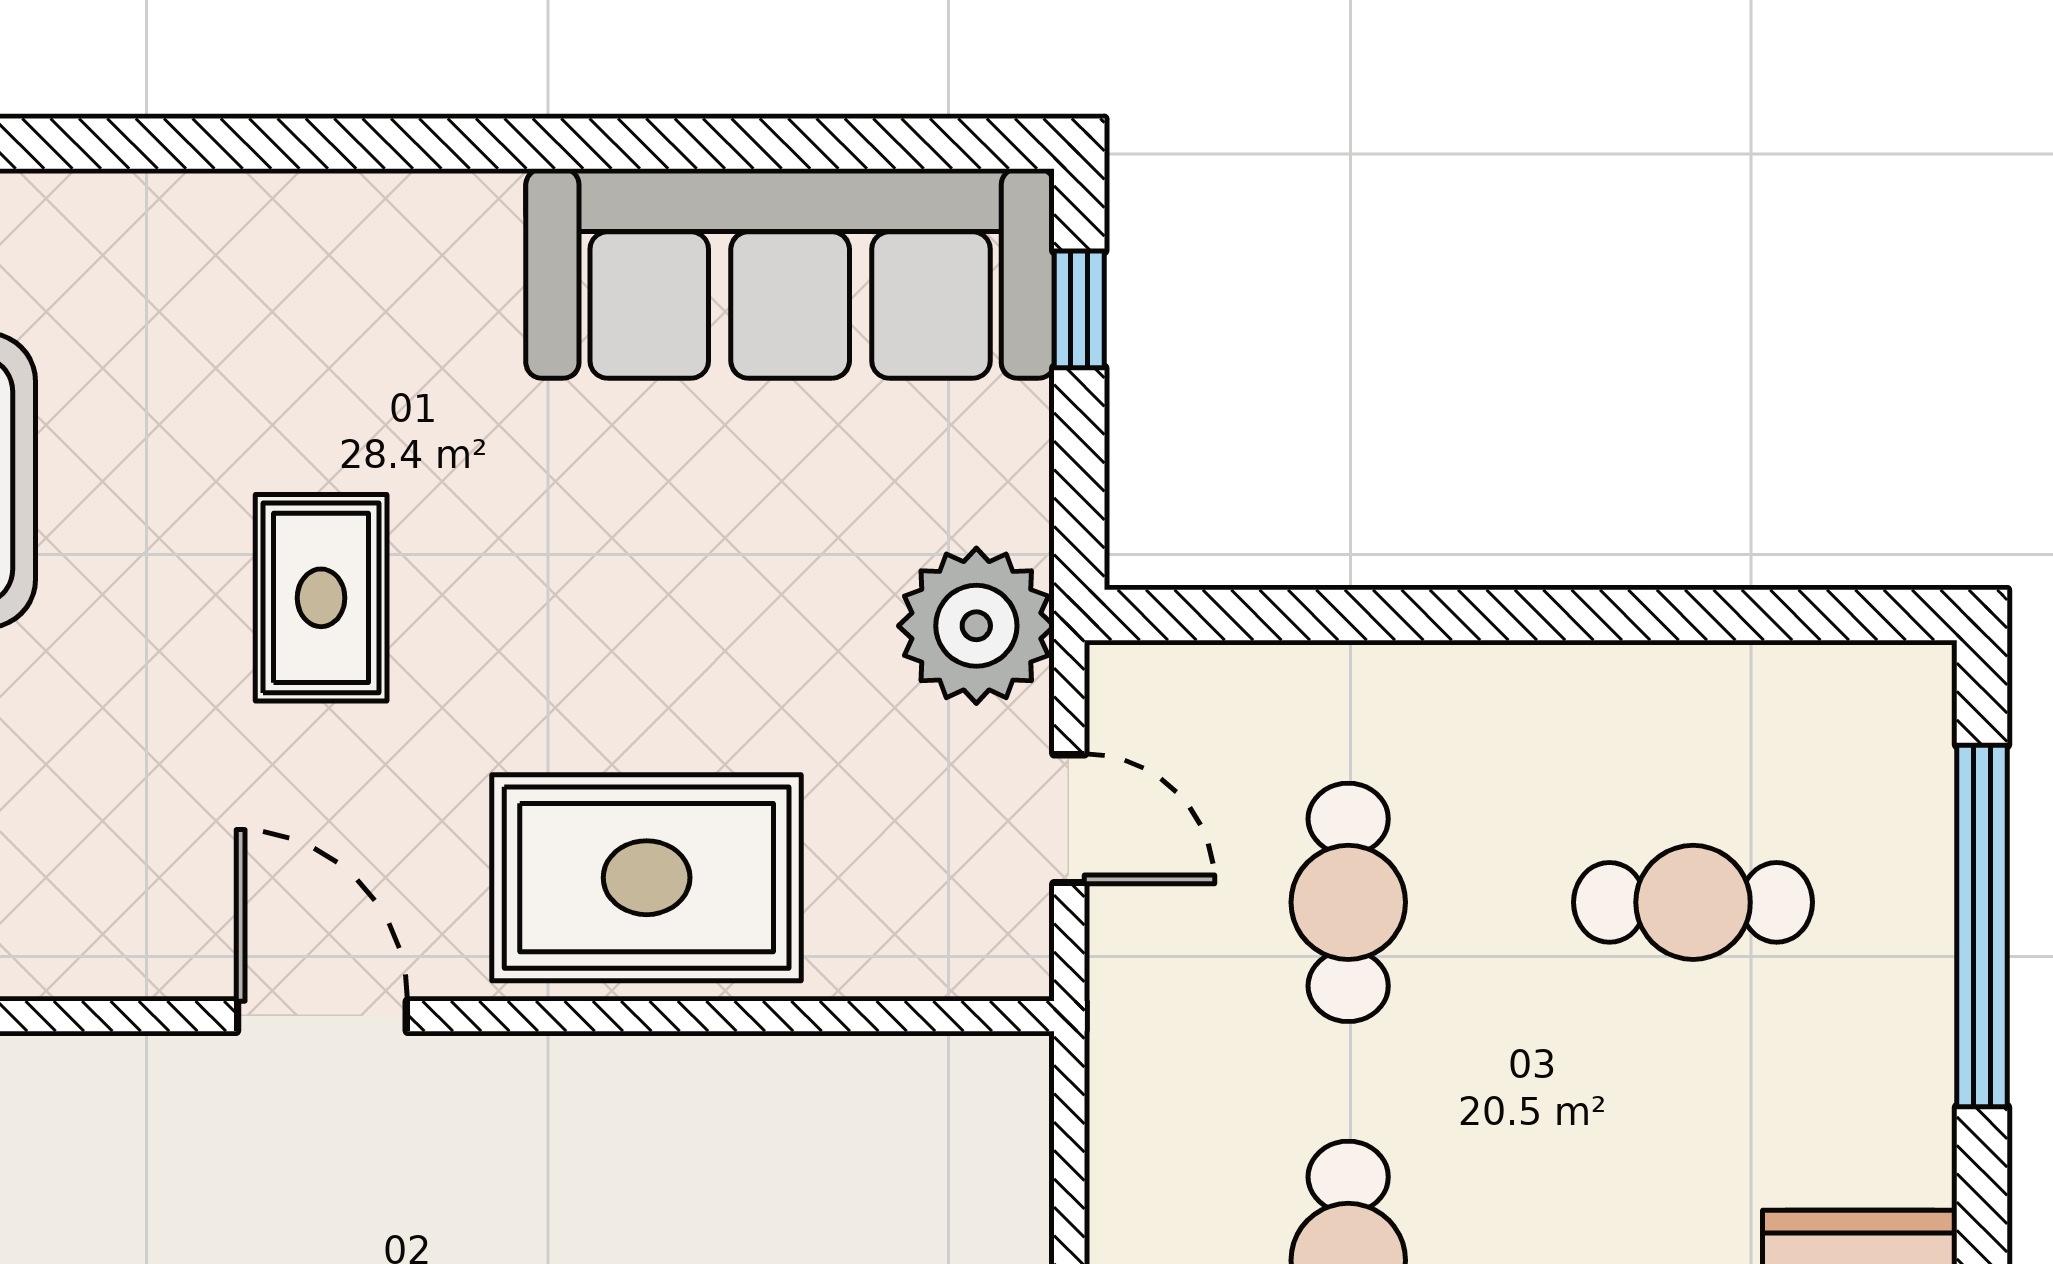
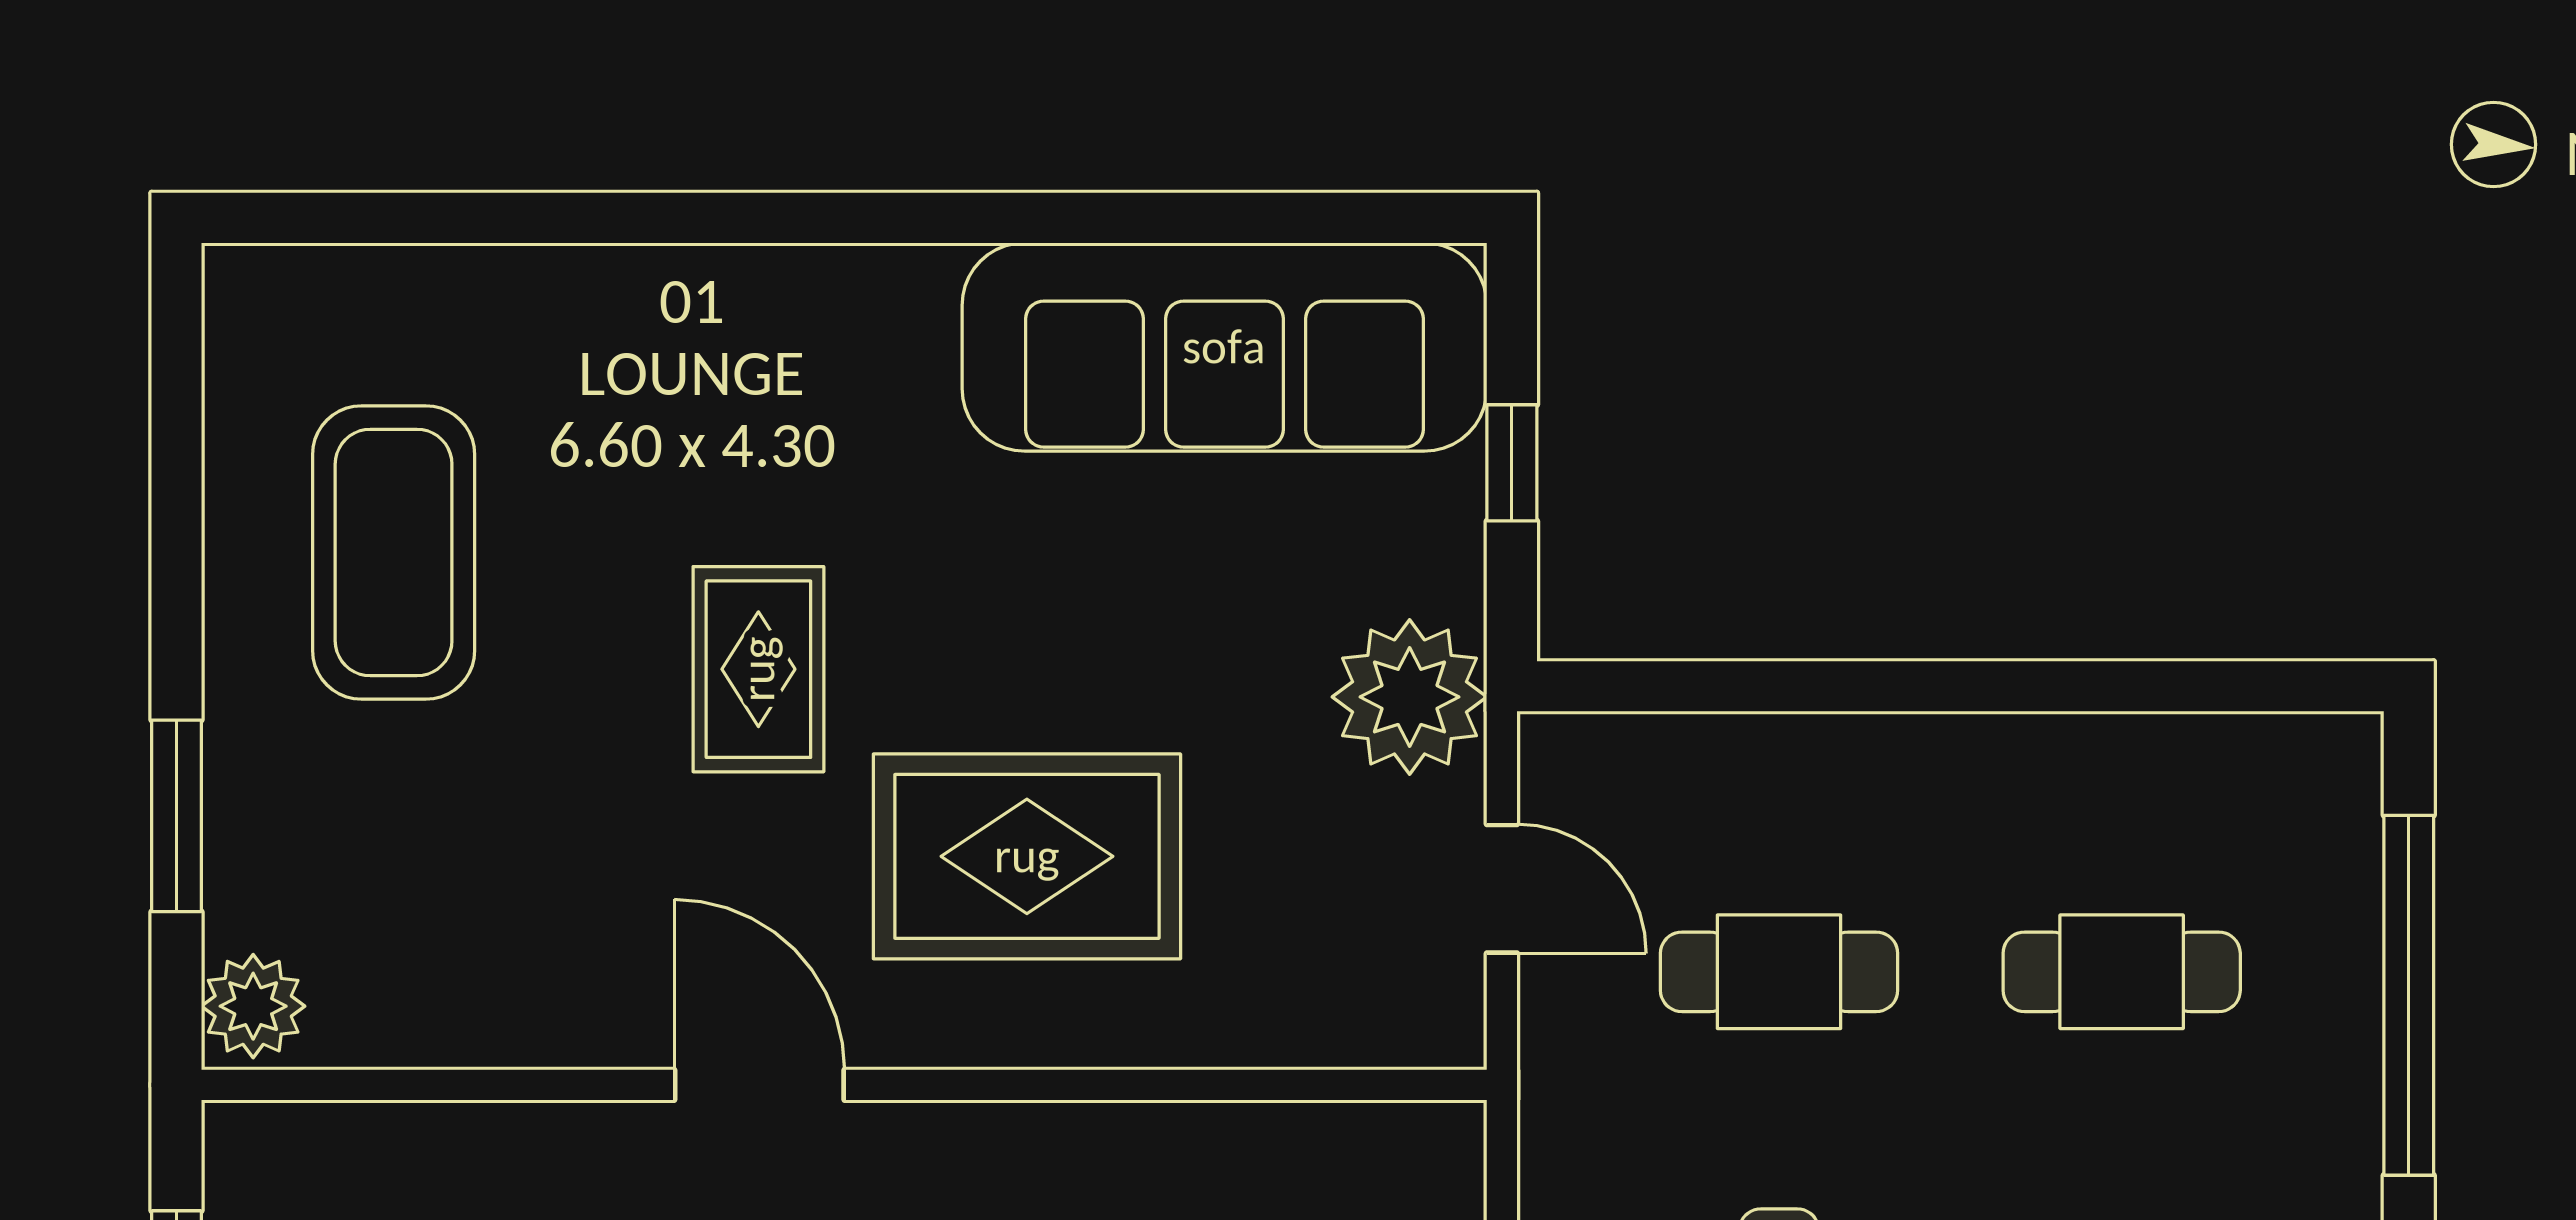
window: (1079, 309) -> (1512, 463), moved
rug: (647, 878) -> (1027, 856), moved
cafe table: (1348, 902) -> (1779, 972), turned 90

